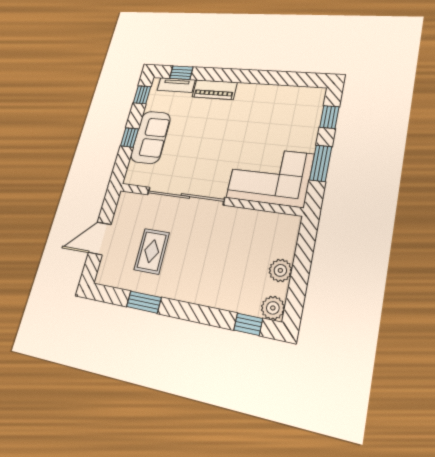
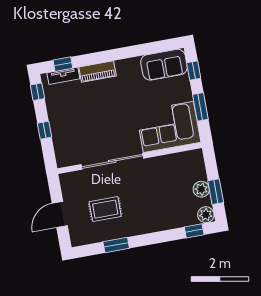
sofa: (151, 137) -> (164, 65), moved, turned 90
rug: (152, 251) -> (105, 209), turned 90
window: (299, 281) -> (216, 192), added

